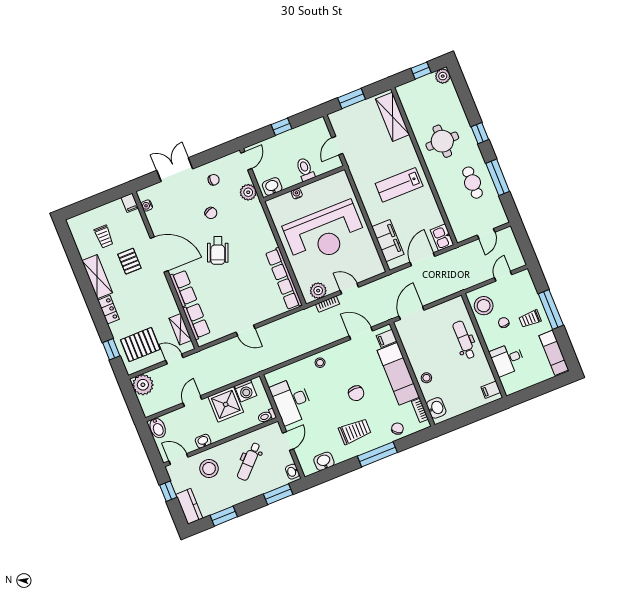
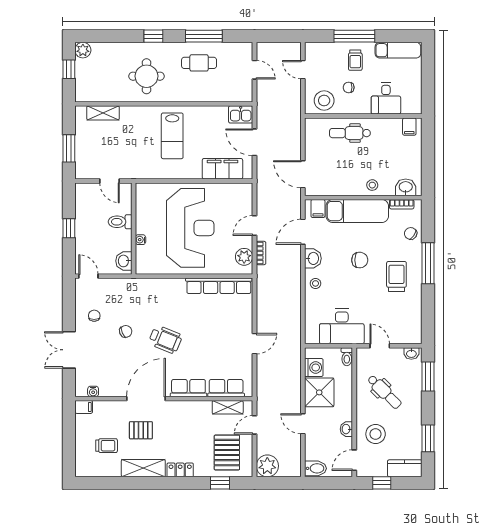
shelving: (393, 117) -> (103, 113), width x0.67, depth x0.75
plant: (248, 192) -> (120, 287), removed
washbasin: (324, 461) -> (313, 258), moved, turned 180

